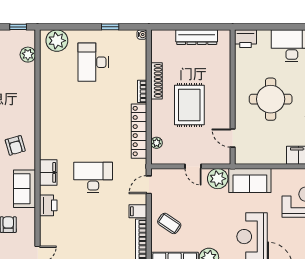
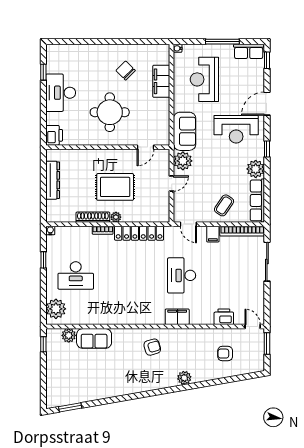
plant: (157, 143) -> (116, 217), moved
sofa: (25, 189) -> (94, 338), moved
printer: (48, 205) -> (224, 317), moved

